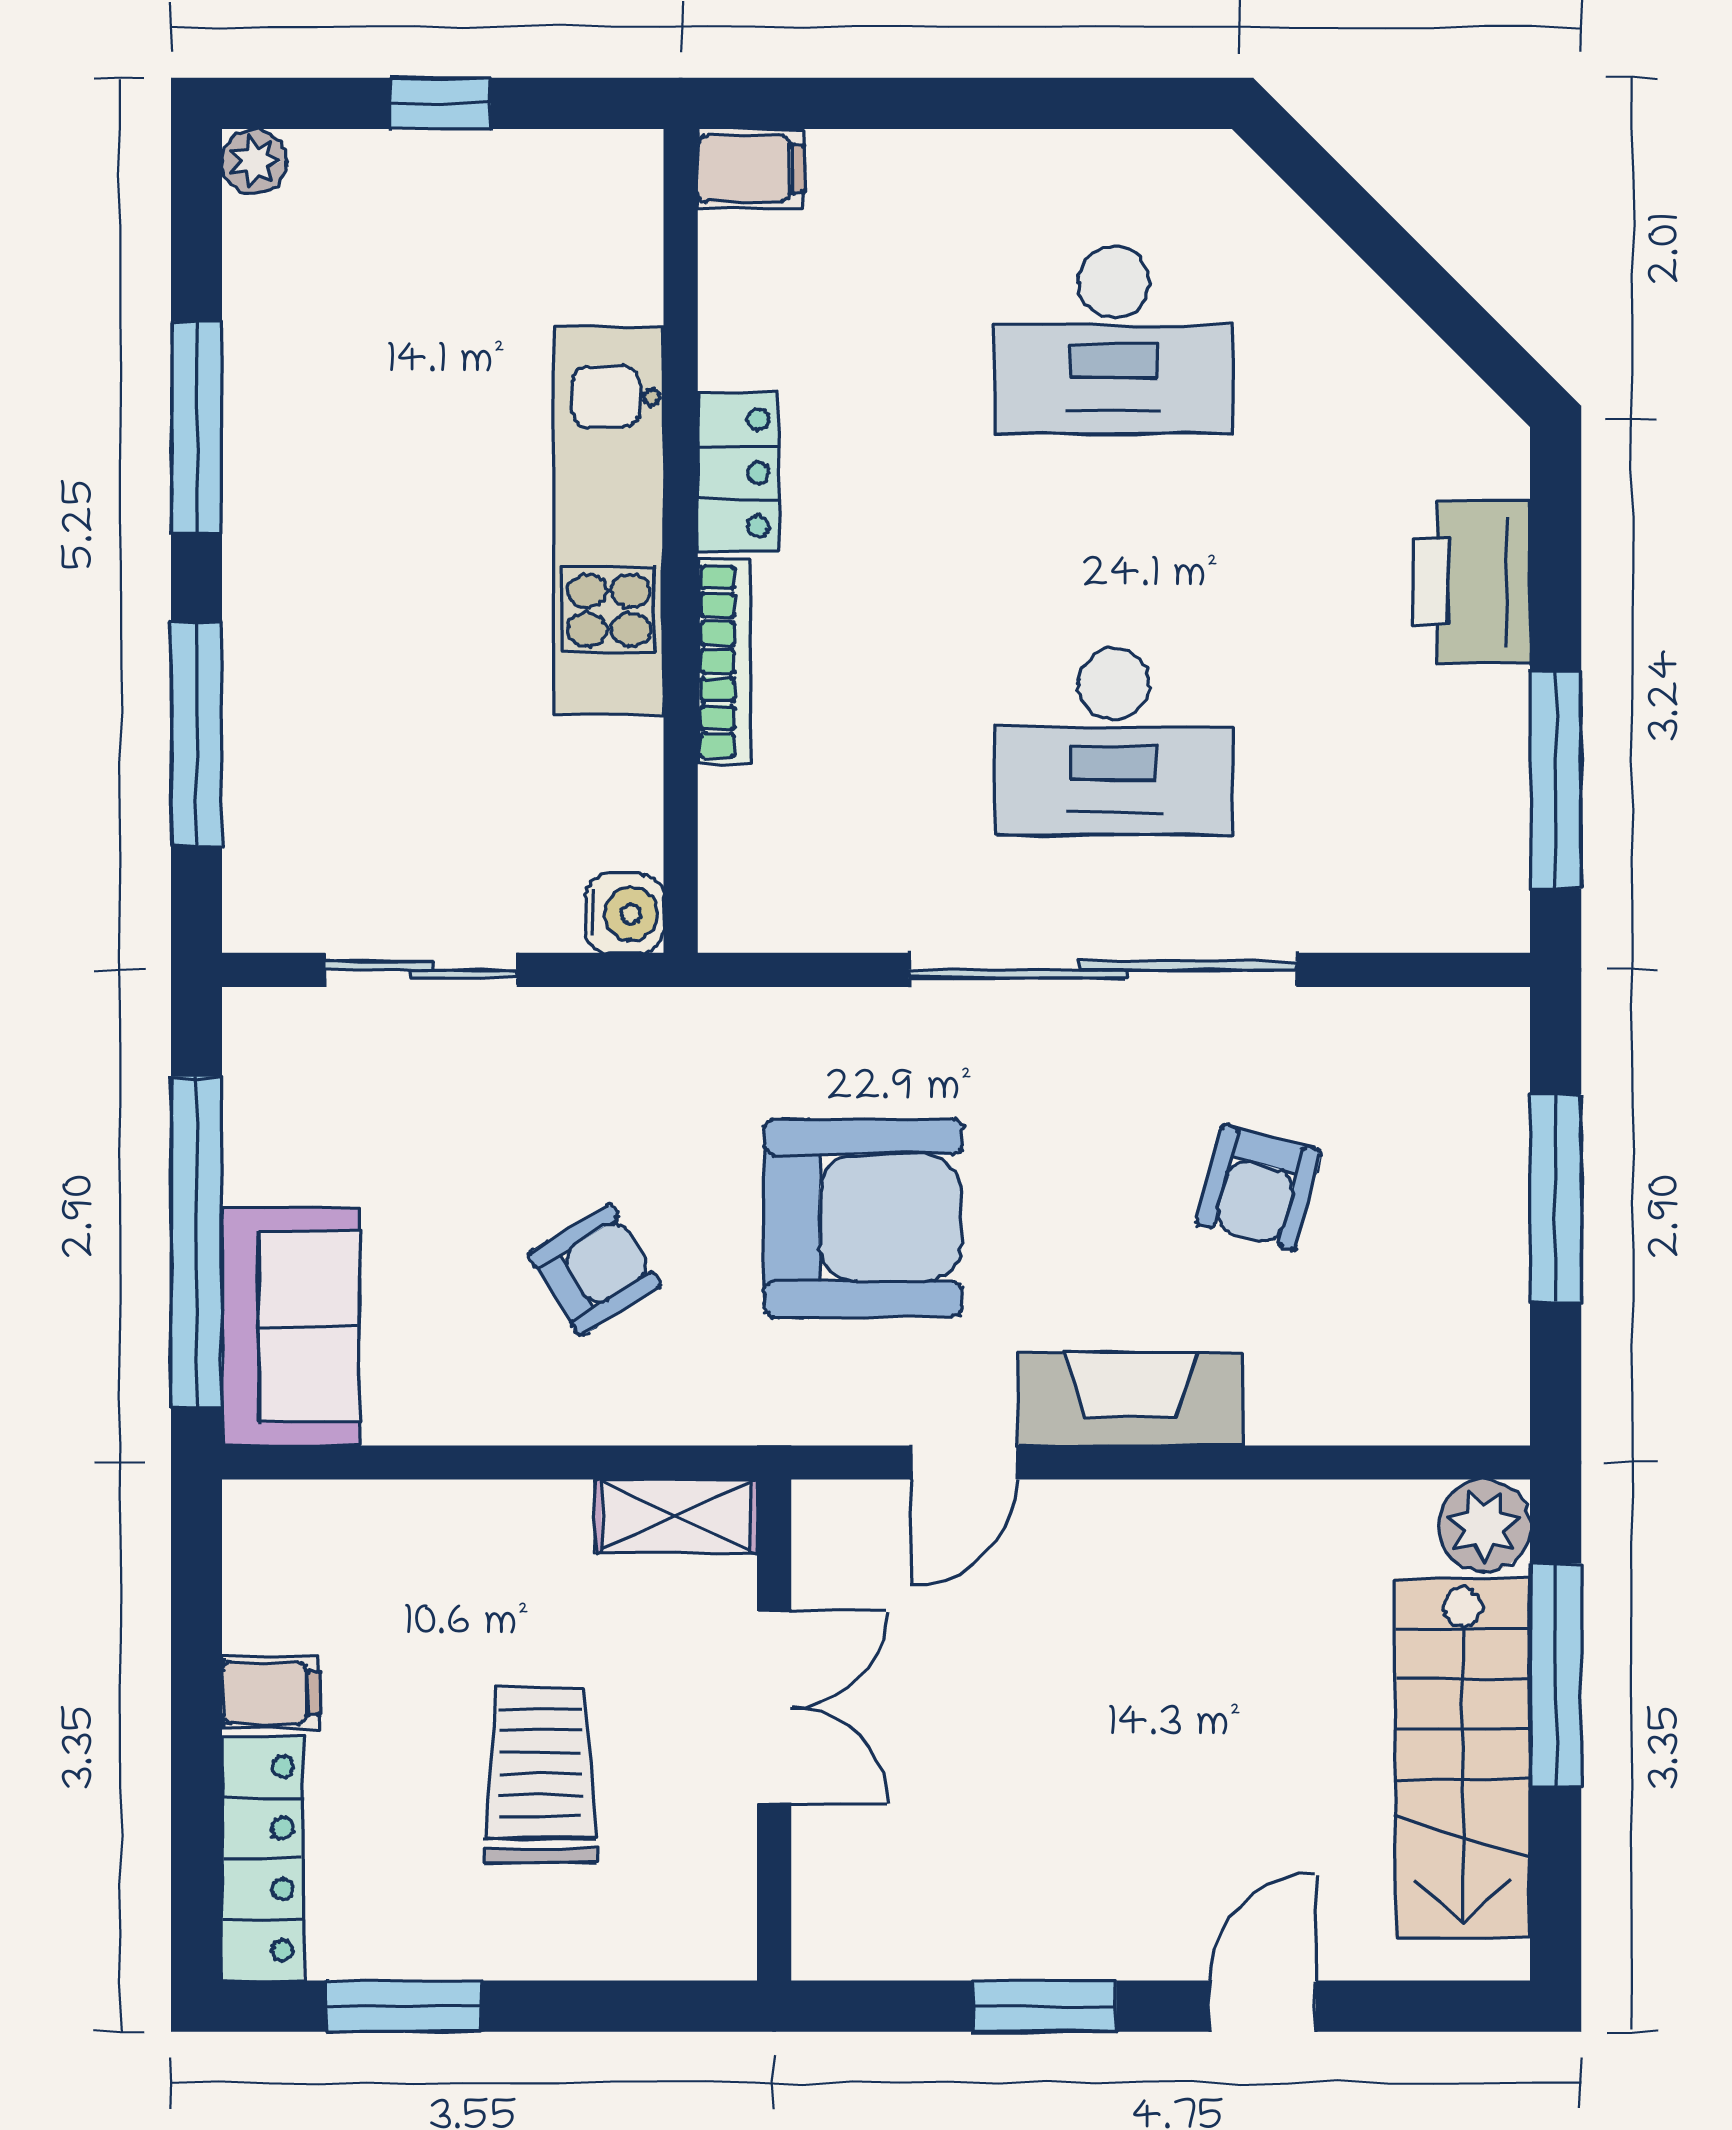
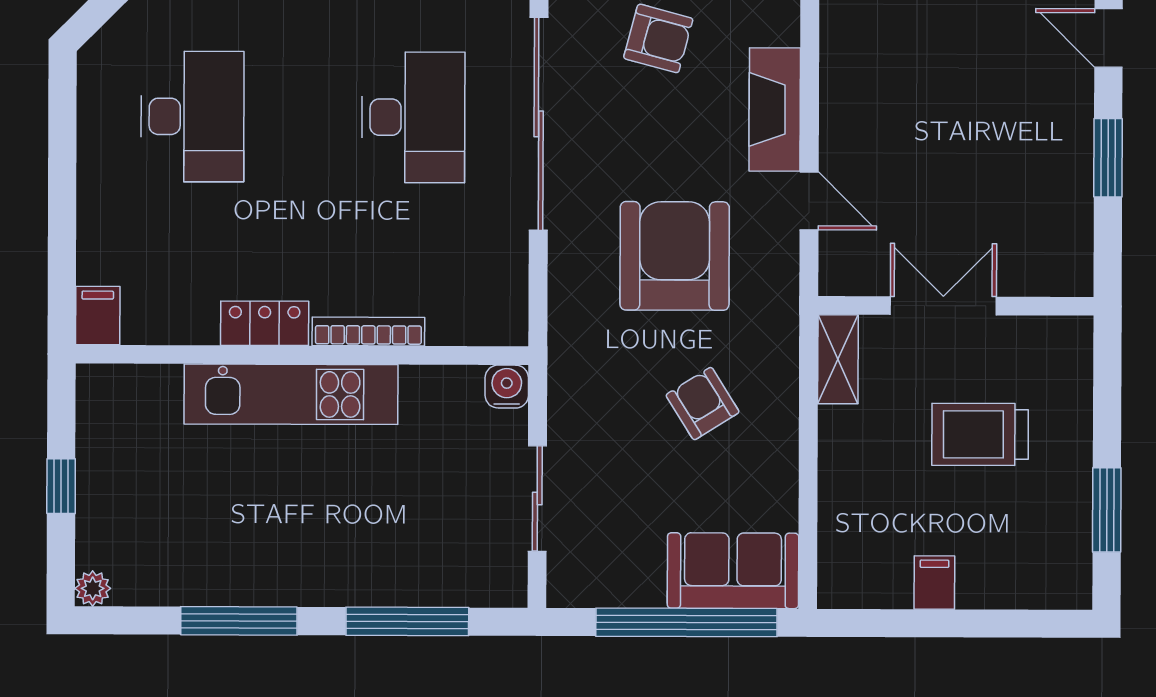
locker: (262, 1858) -> (1025, 587), removed

